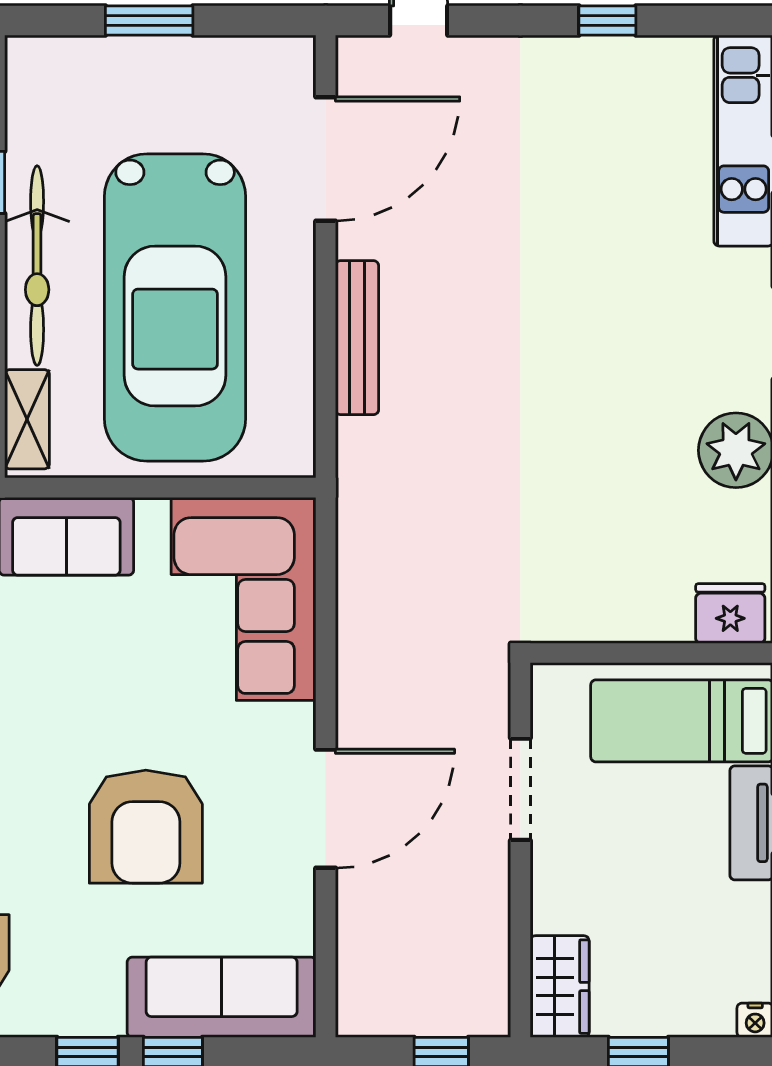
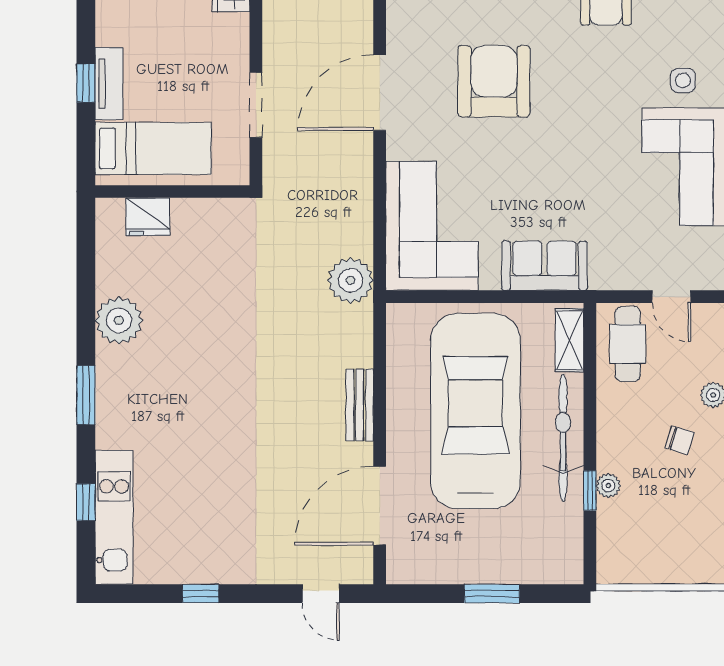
bench: (357, 338) -> (360, 405), width x0.73
plant: (372, 513) -> (350, 280), added
fridge: (730, 613) -> (148, 217), moved

